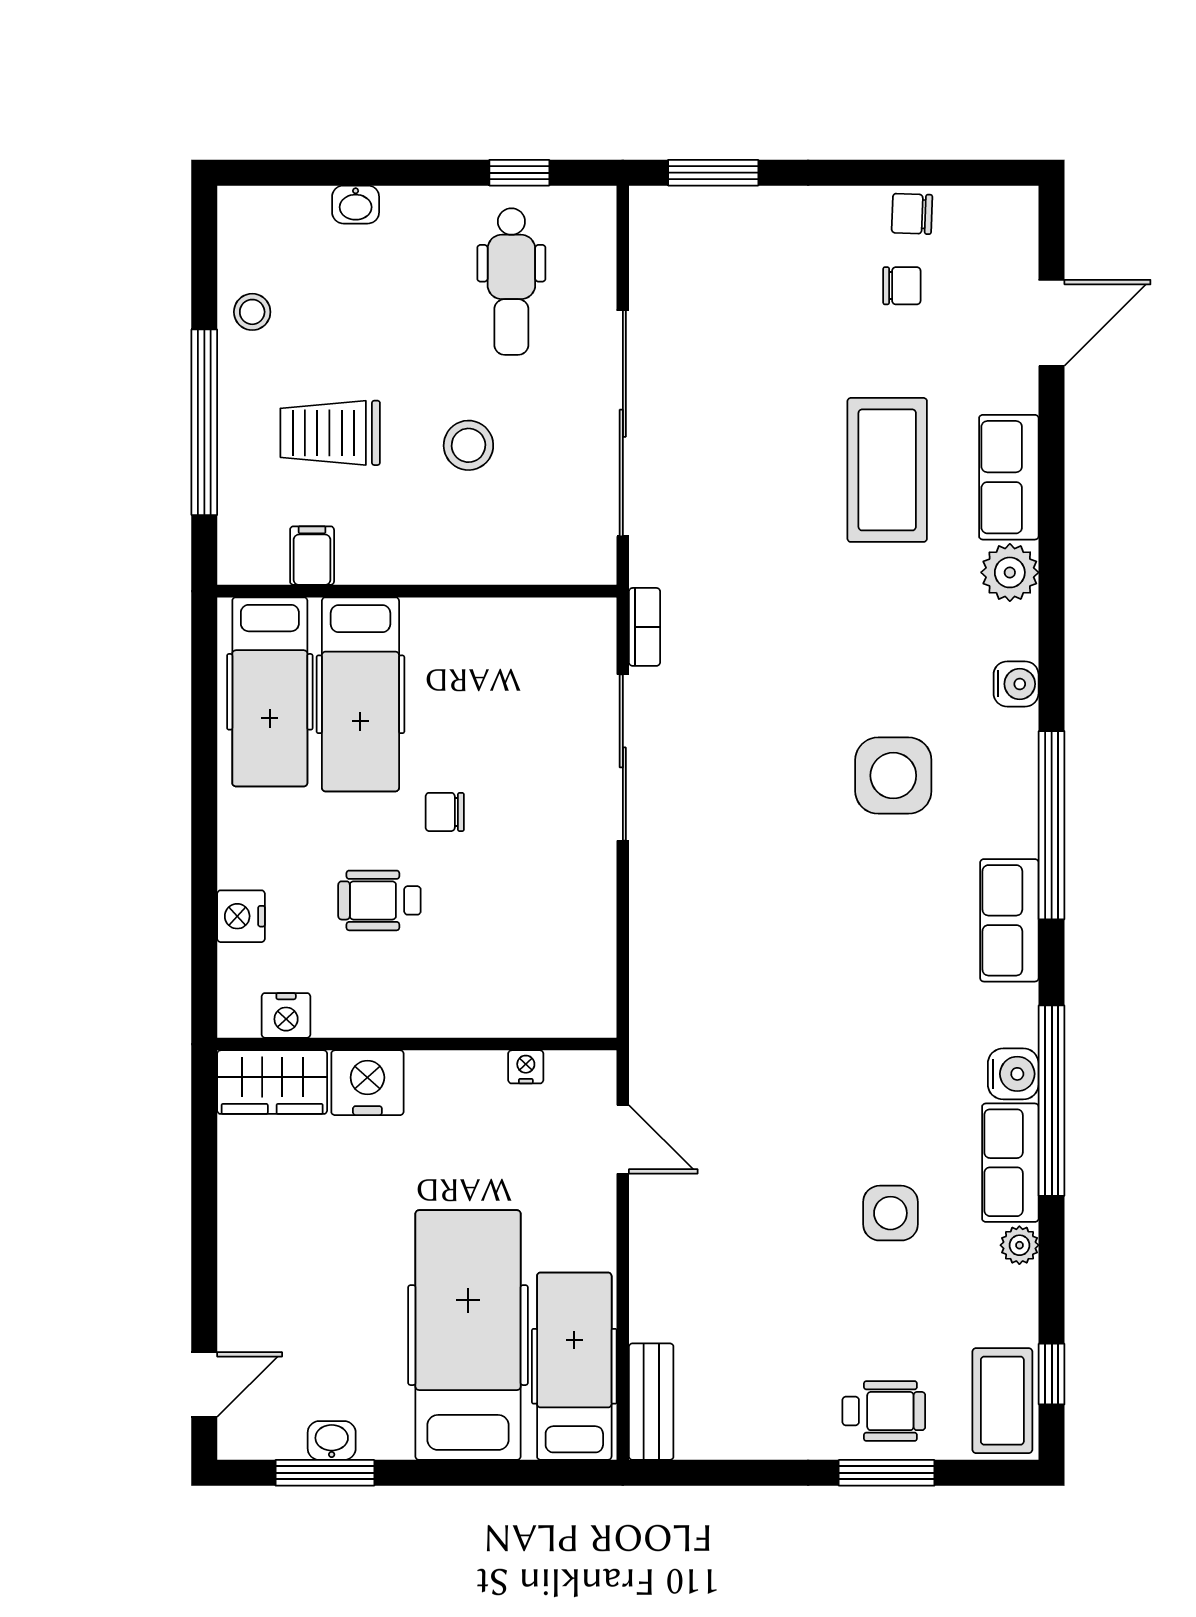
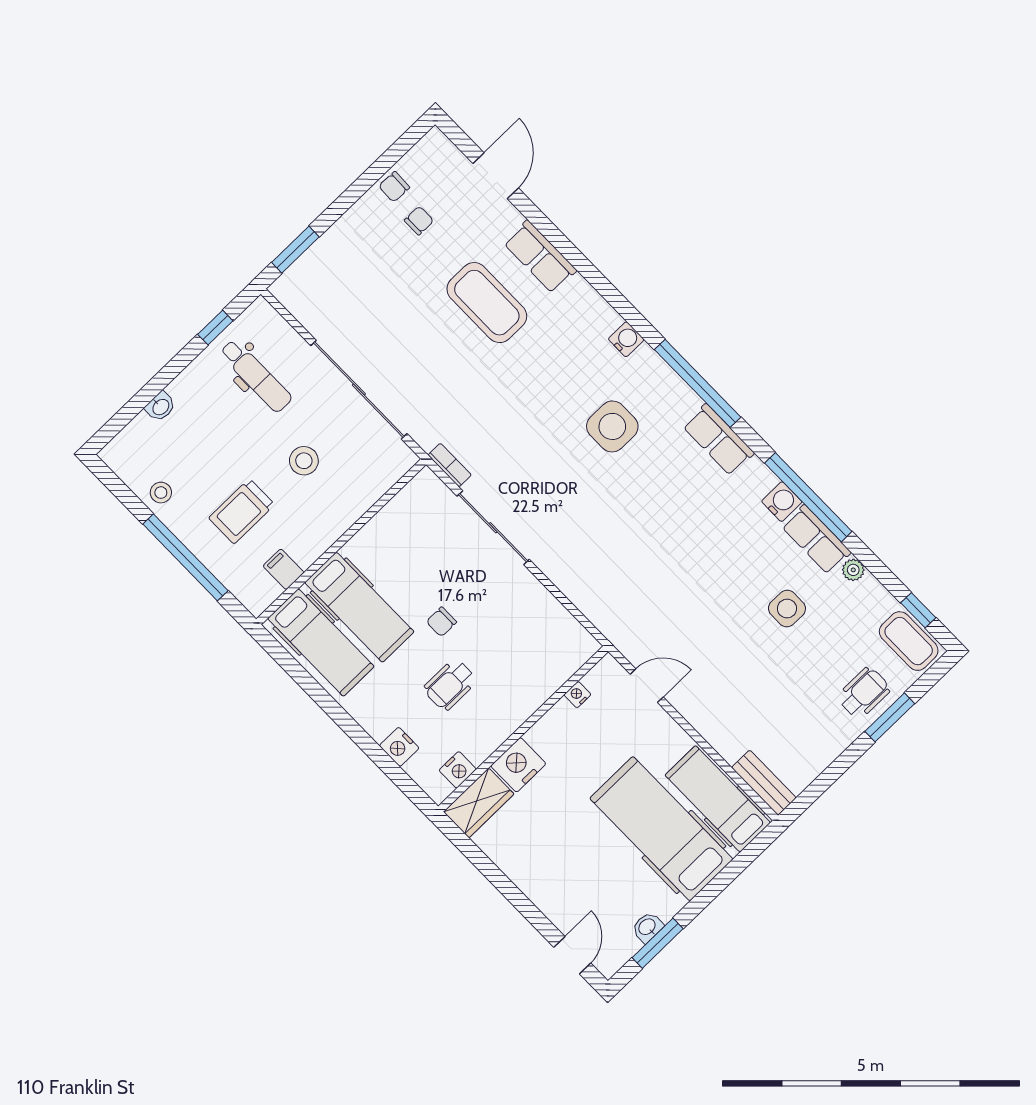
plant: (1010, 572) -> (579, 296), removed

